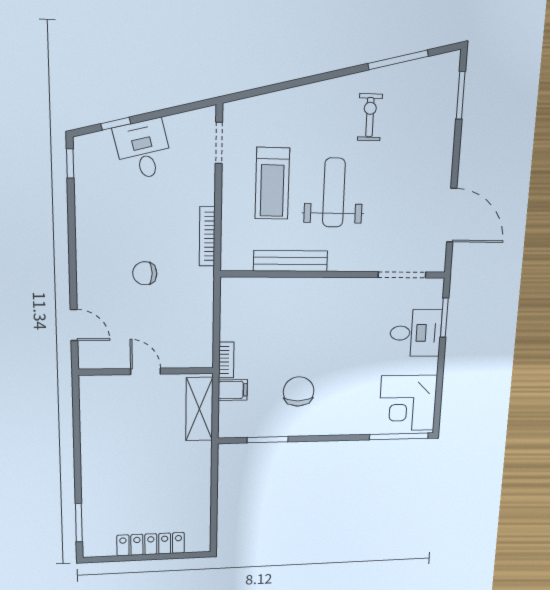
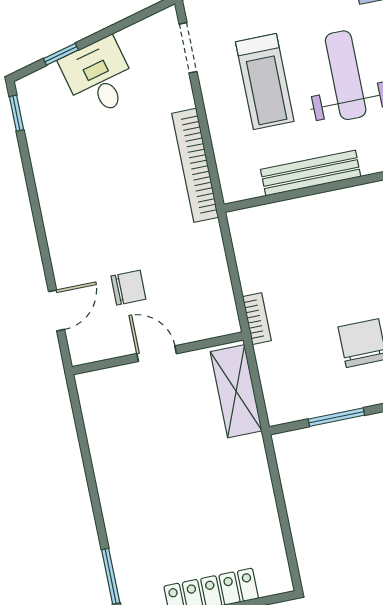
bookcase: (207, 236) -> (195, 165), width x1.48, depth x1.31
chair: (145, 273) -> (128, 288), moved, turned 180
door: (74, 325) -> (57, 310), hinge flipped
filing cabinet: (233, 390) -> (274, 357), removed

